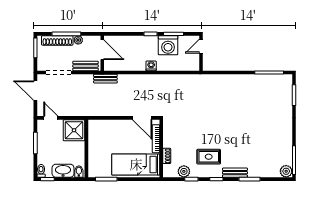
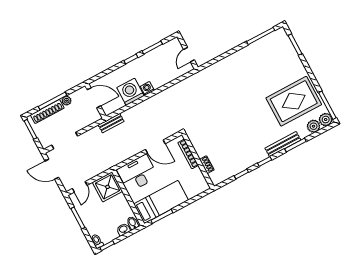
washing machine: (168, 45) -> (130, 92), moved, turned 180
door: (201, 46) -> (189, 55), moved
bench: (86, 66) -> (86, 121), removed
door: (51, 118) -> (80, 187), swing flipped
door: (142, 118) -> (155, 147), moved
desk: (105, 132) -> (138, 173), added
rug: (209, 157) -> (294, 101), moved, width x1.86, depth x2.06
bed: (136, 164) -> (161, 202), moved, turned 180
washbasin: (63, 171) -> (123, 229), width x0.52, depth x0.69
plant: (184, 171) -> (314, 126), moved
bench: (235, 173) -> (283, 144), width x1.36

